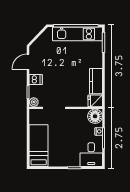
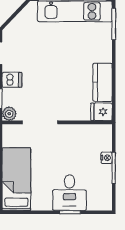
floor lamp: (95, 116) -> (101, 135), removed
desk: (91, 155) -> (70, 193), moved

